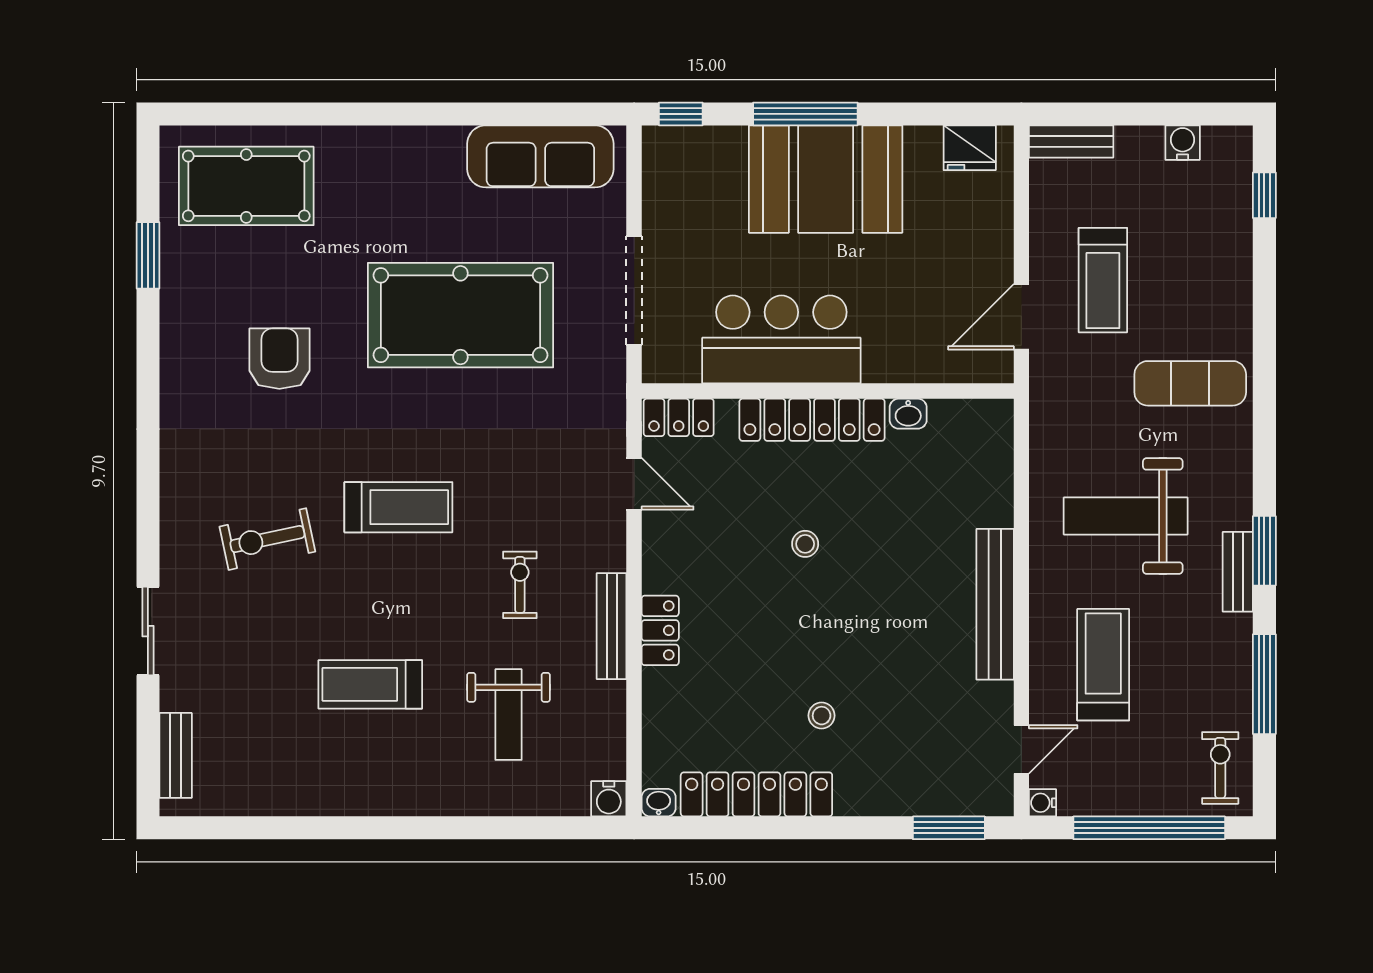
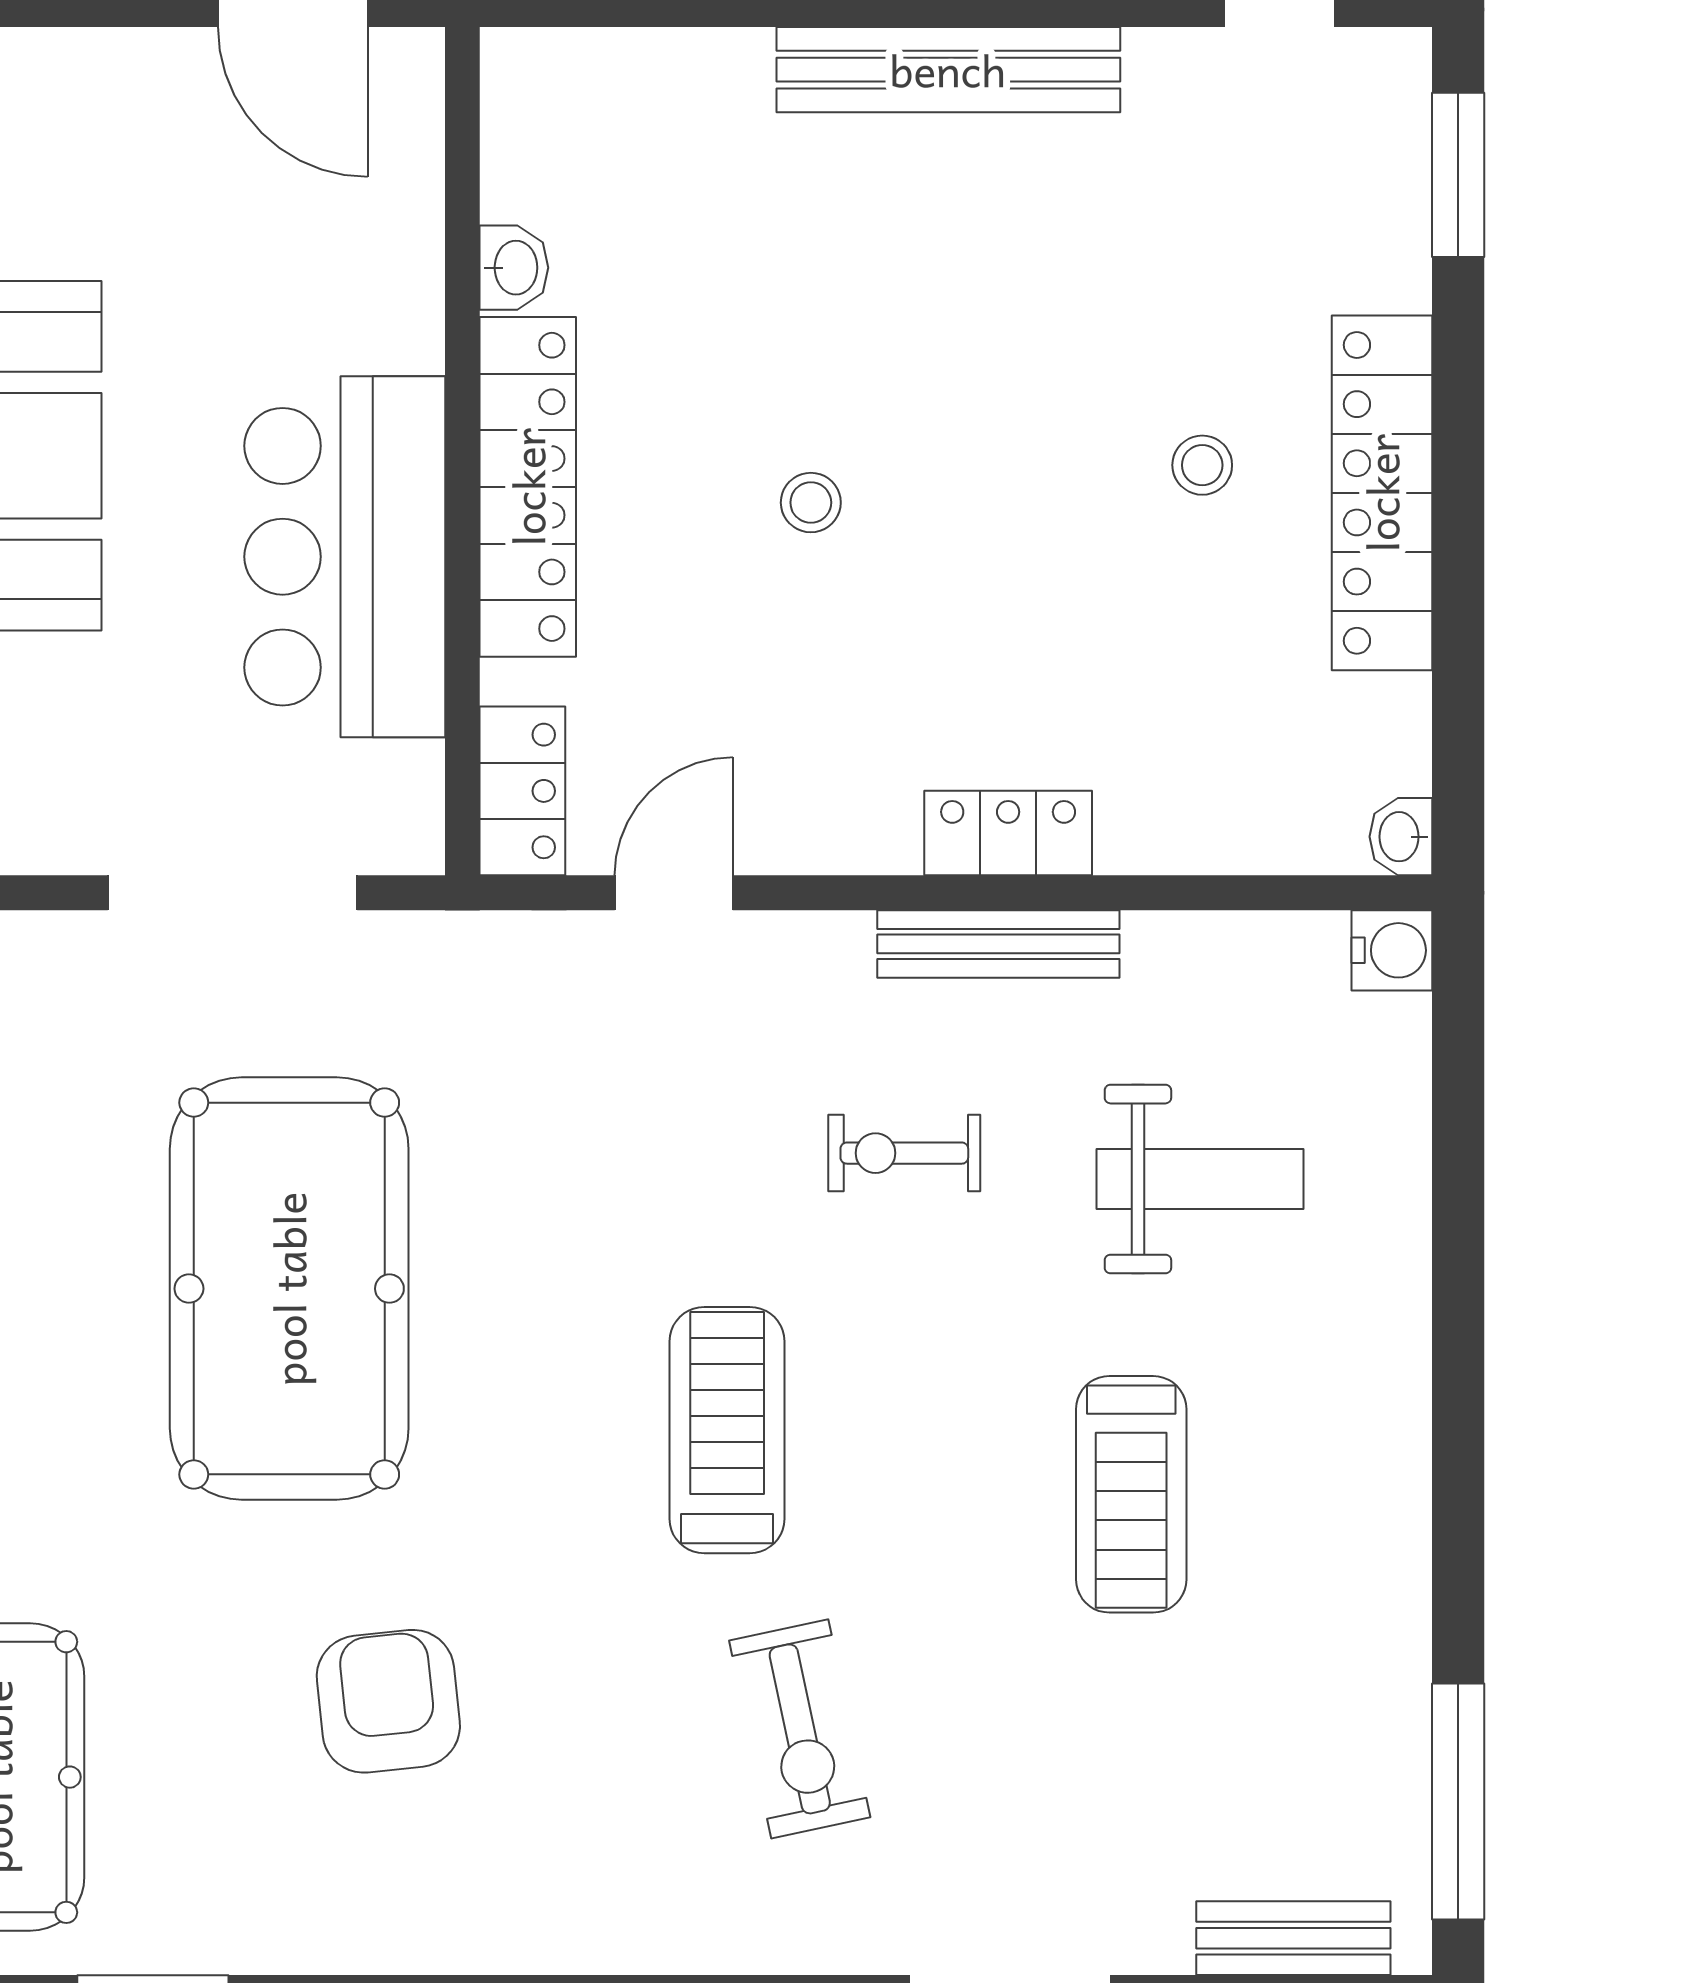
armchair: (279, 359) -> (388, 1701), turned 84
locker: (756, 794) -> (1382, 493), moved
window: (236, 828) -> (1458, 1801), added

